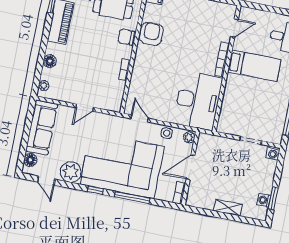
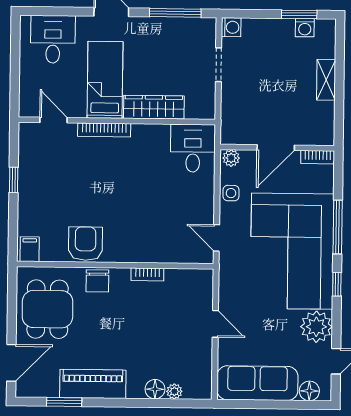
armchair: (151, 34) -> (85, 244), turned 90
plant: (44, 86) -> (174, 391), moved
wardrobe: (231, 94) -> (154, 107), added
desk: (198, 101) -> (193, 148), width x0.53, depth x0.77
door: (140, 118) -> (216, 238), hinge flipped
door: (191, 167) -> (276, 148), hinge flipped

